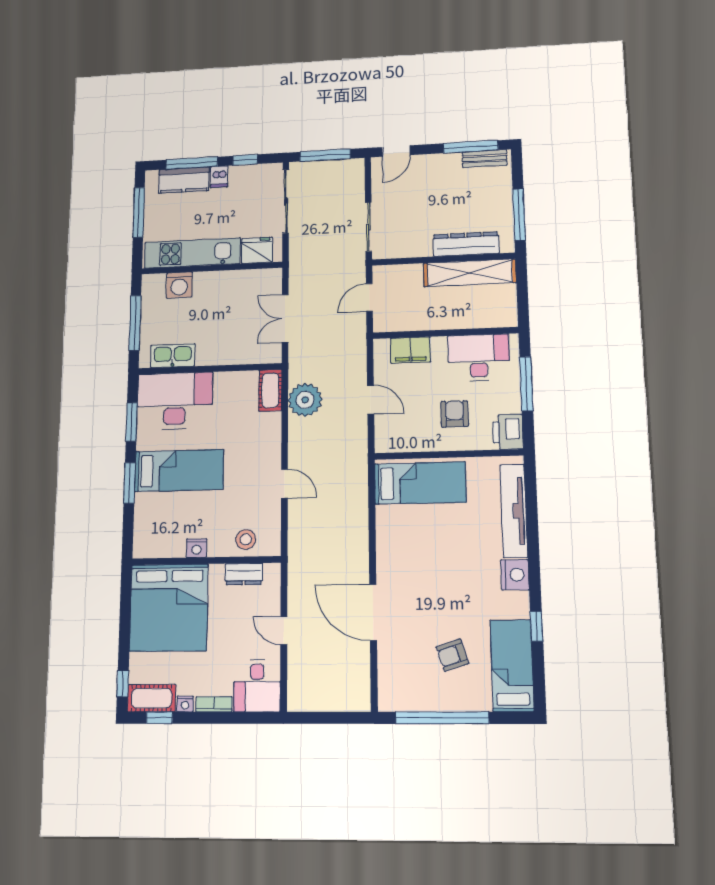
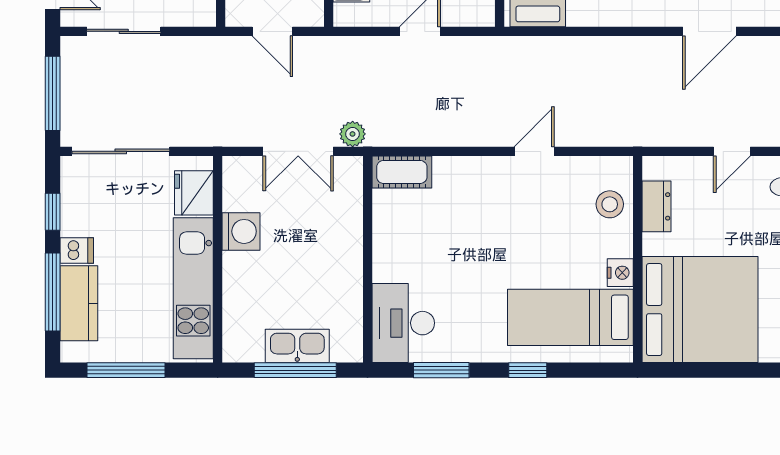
sliding door: (368, 227) -> (124, 31), moved
washing machine: (179, 285) -> (241, 231), moved
kitchen sink: (173, 356) -> (297, 346), moved, turned 90
plant: (305, 400) -> (353, 134), moved, width x0.53, depth x0.53
desk: (175, 401) -> (403, 323), width x0.73, depth x0.77
bed: (179, 470) -> (570, 317), moved, turned -90
window: (130, 483) -> (528, 370), width x0.67
door: (373, 612) -> (709, 31), width x0.73

